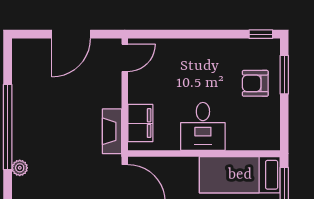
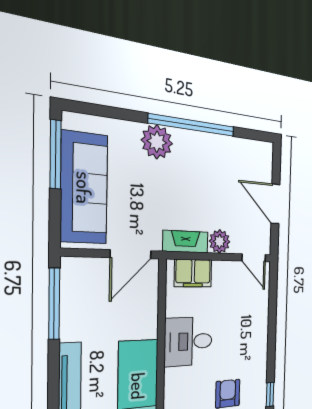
plant: (110, 96) -> (220, 241), added
plant: (20, 168) -> (157, 142), width x1.88, depth x1.88

